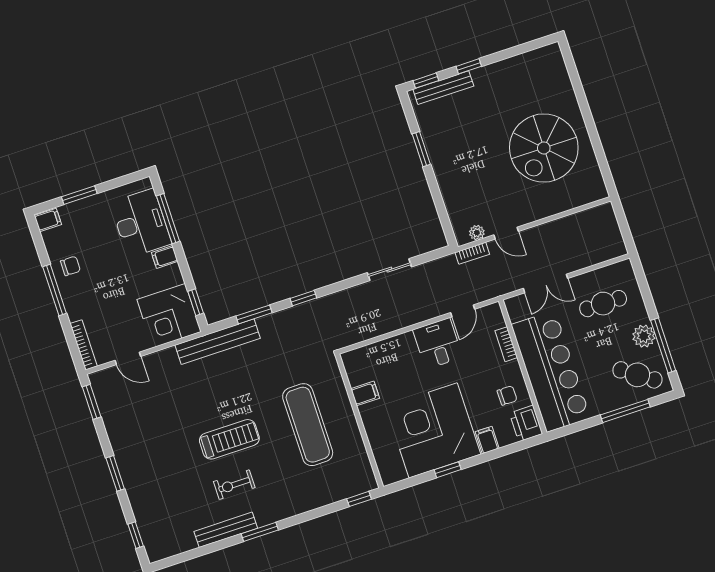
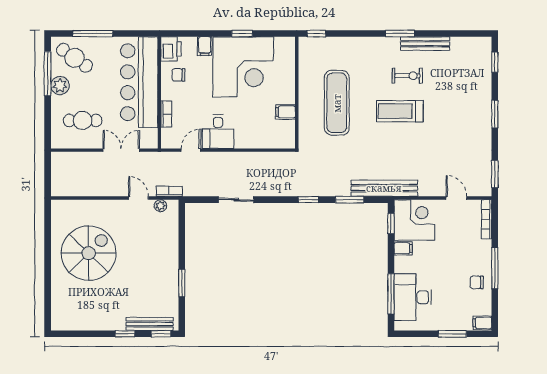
filing cabinet: (165, 257) -> (403, 248), moved

